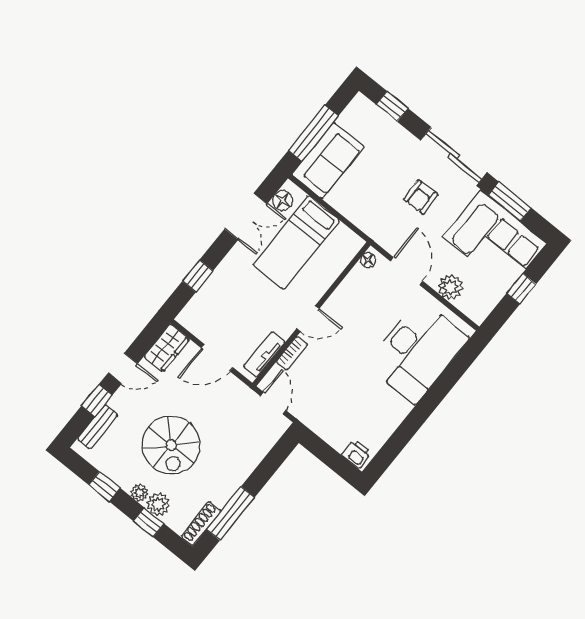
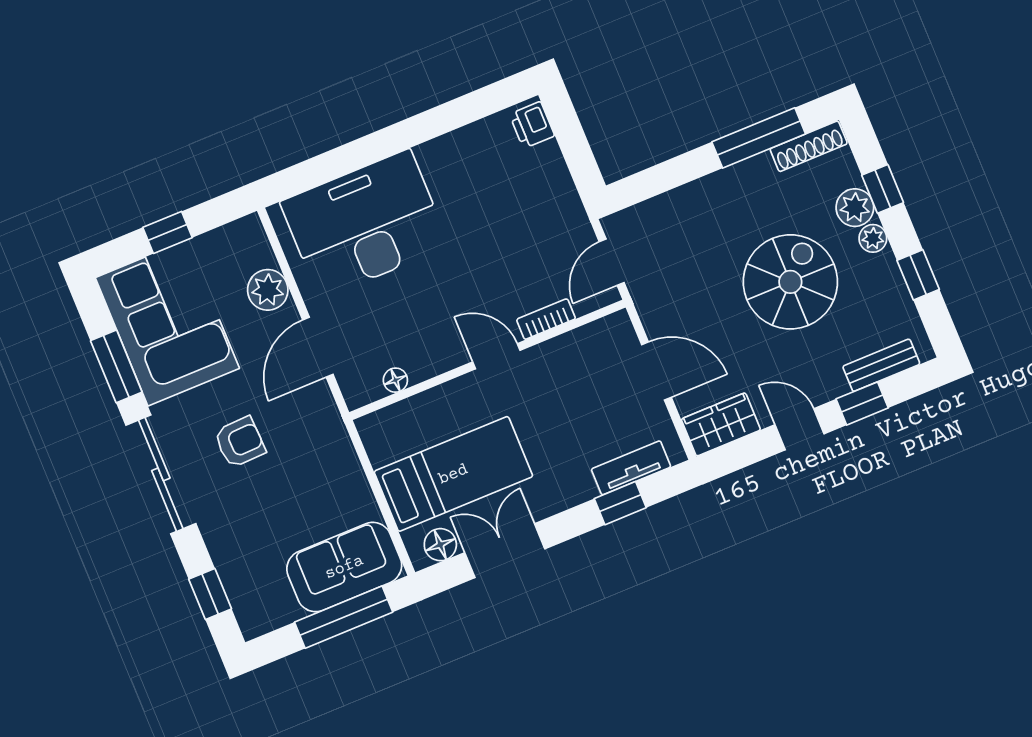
floor lamp: (368, 260) -> (395, 380), moved
tv unit: (264, 354) -> (631, 468), moved, turned 180

